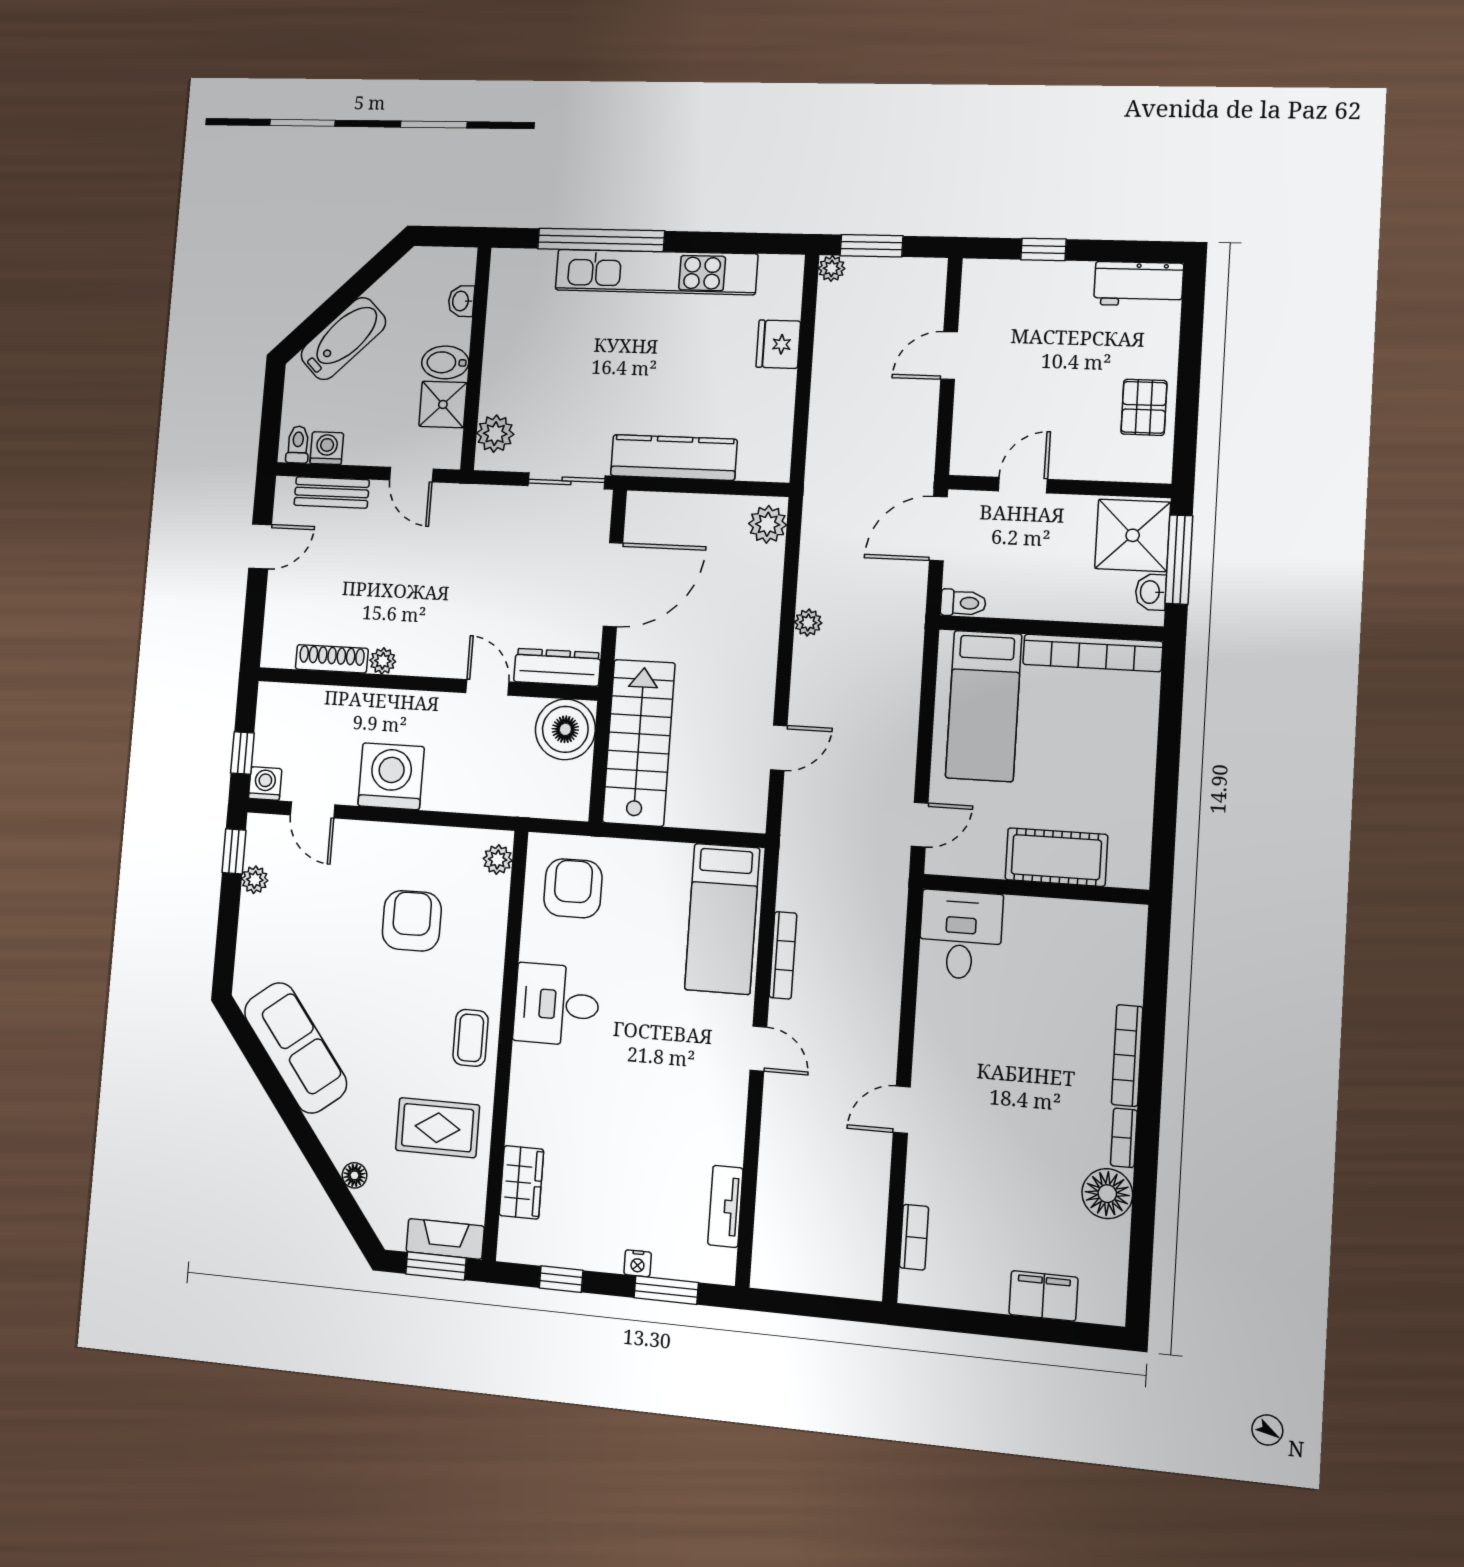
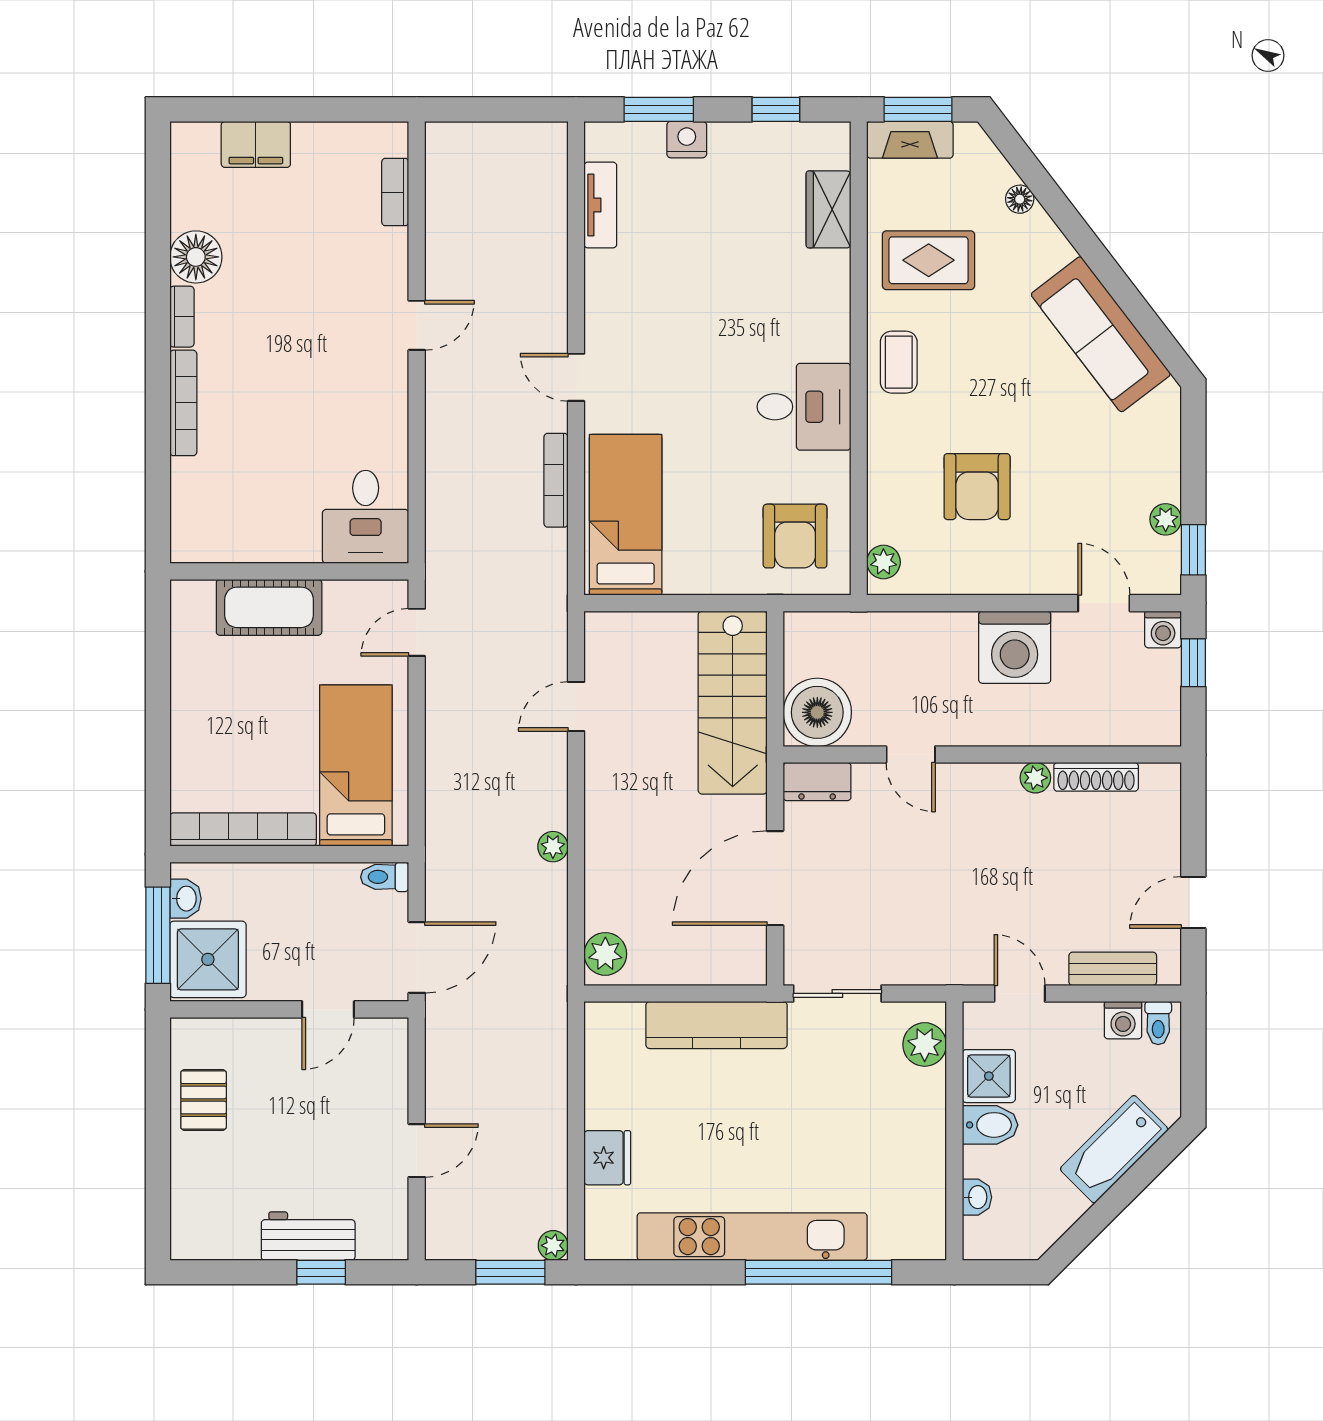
workbench: (1139, 284) -> (308, 1236), moved
dresser: (557, 667) -> (817, 782), width x0.70
nightstand: (638, 1263) -> (687, 140), width x1.39, depth x1.35

